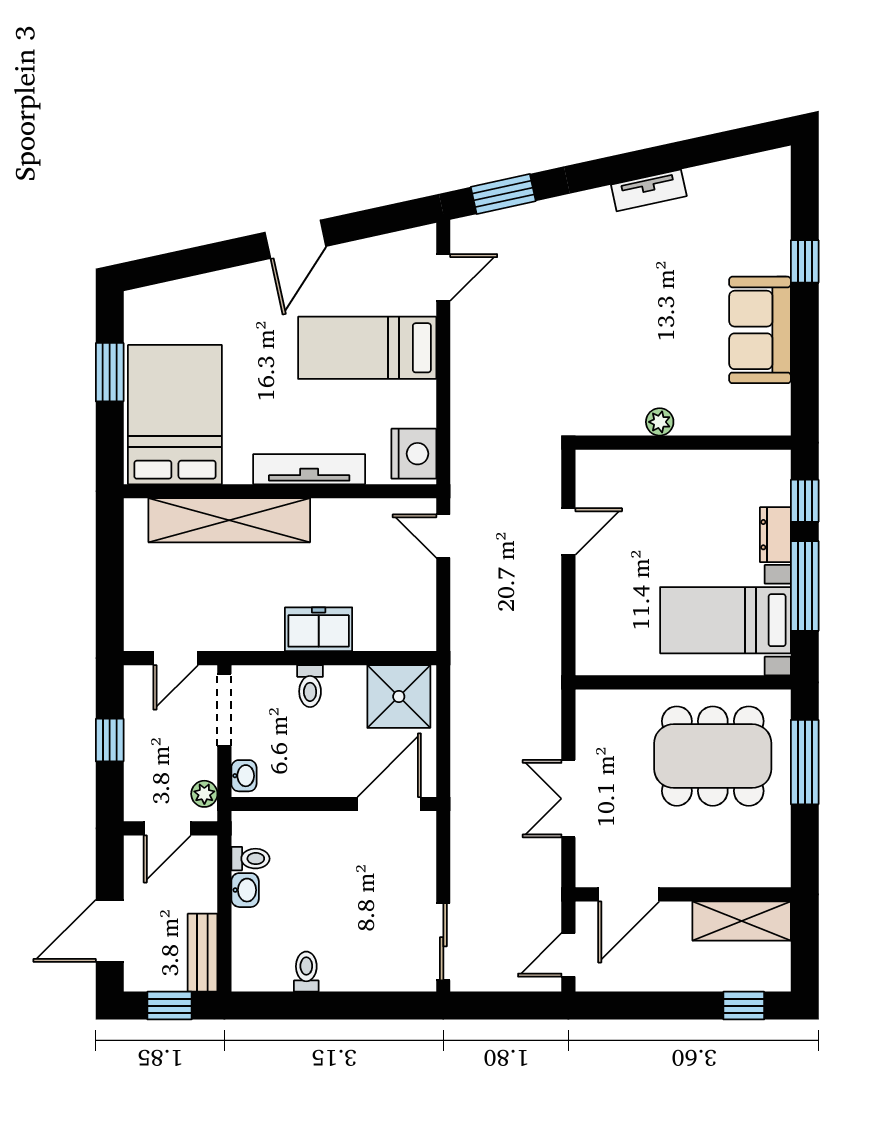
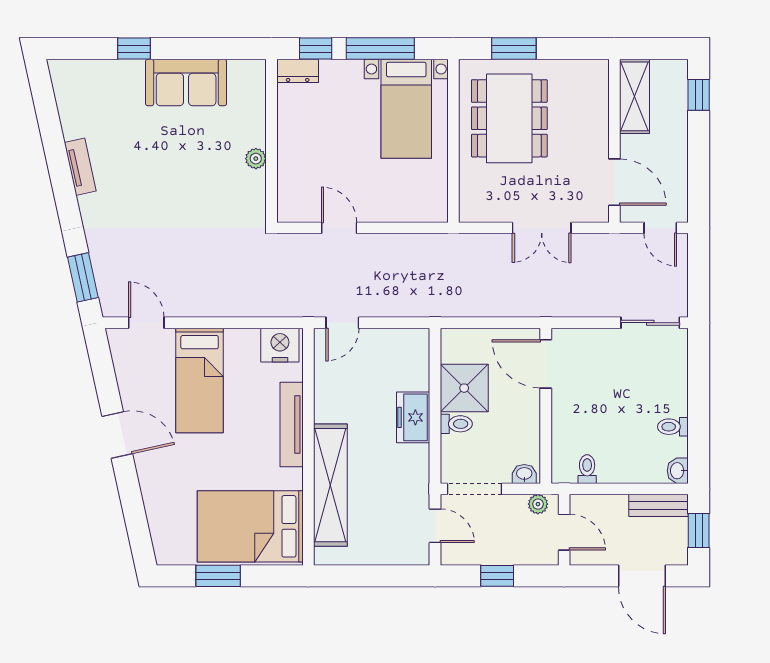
dresser: (775, 535) -> (298, 71), moved
shower: (399, 697) -> (464, 388), moved
window: (805, 762) -> (514, 49), width x0.69
washbasin: (245, 890) -> (678, 471), moved, turned -90

